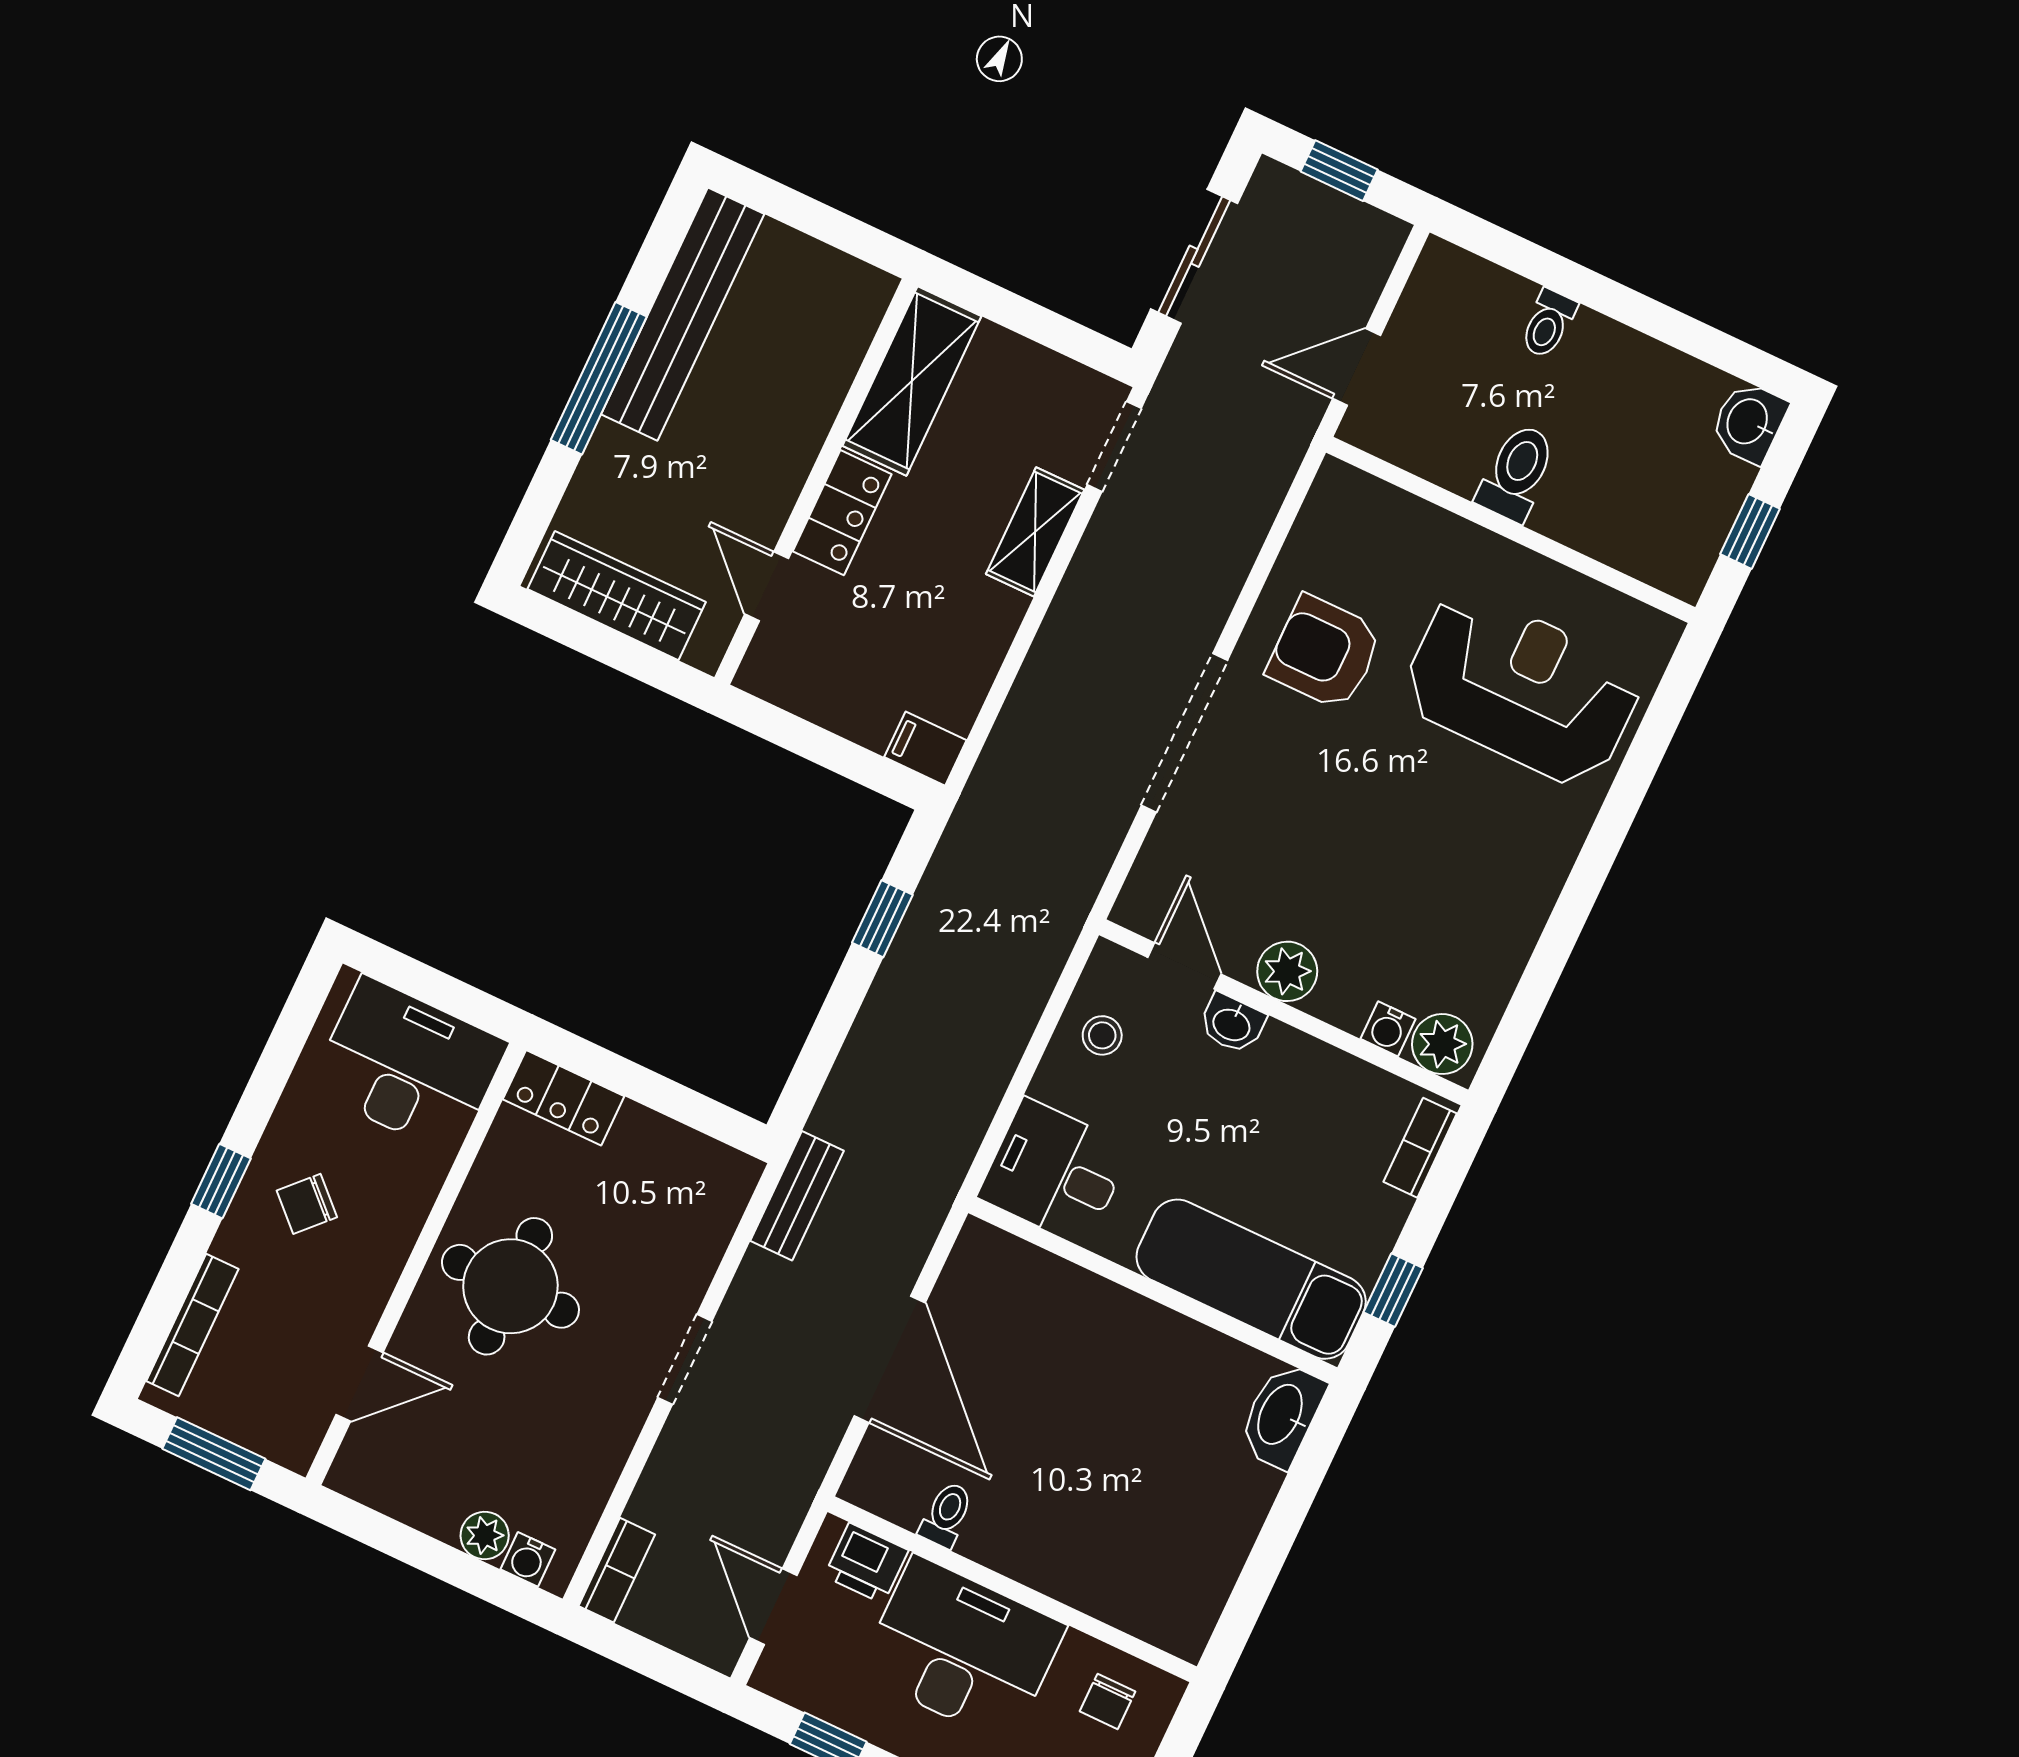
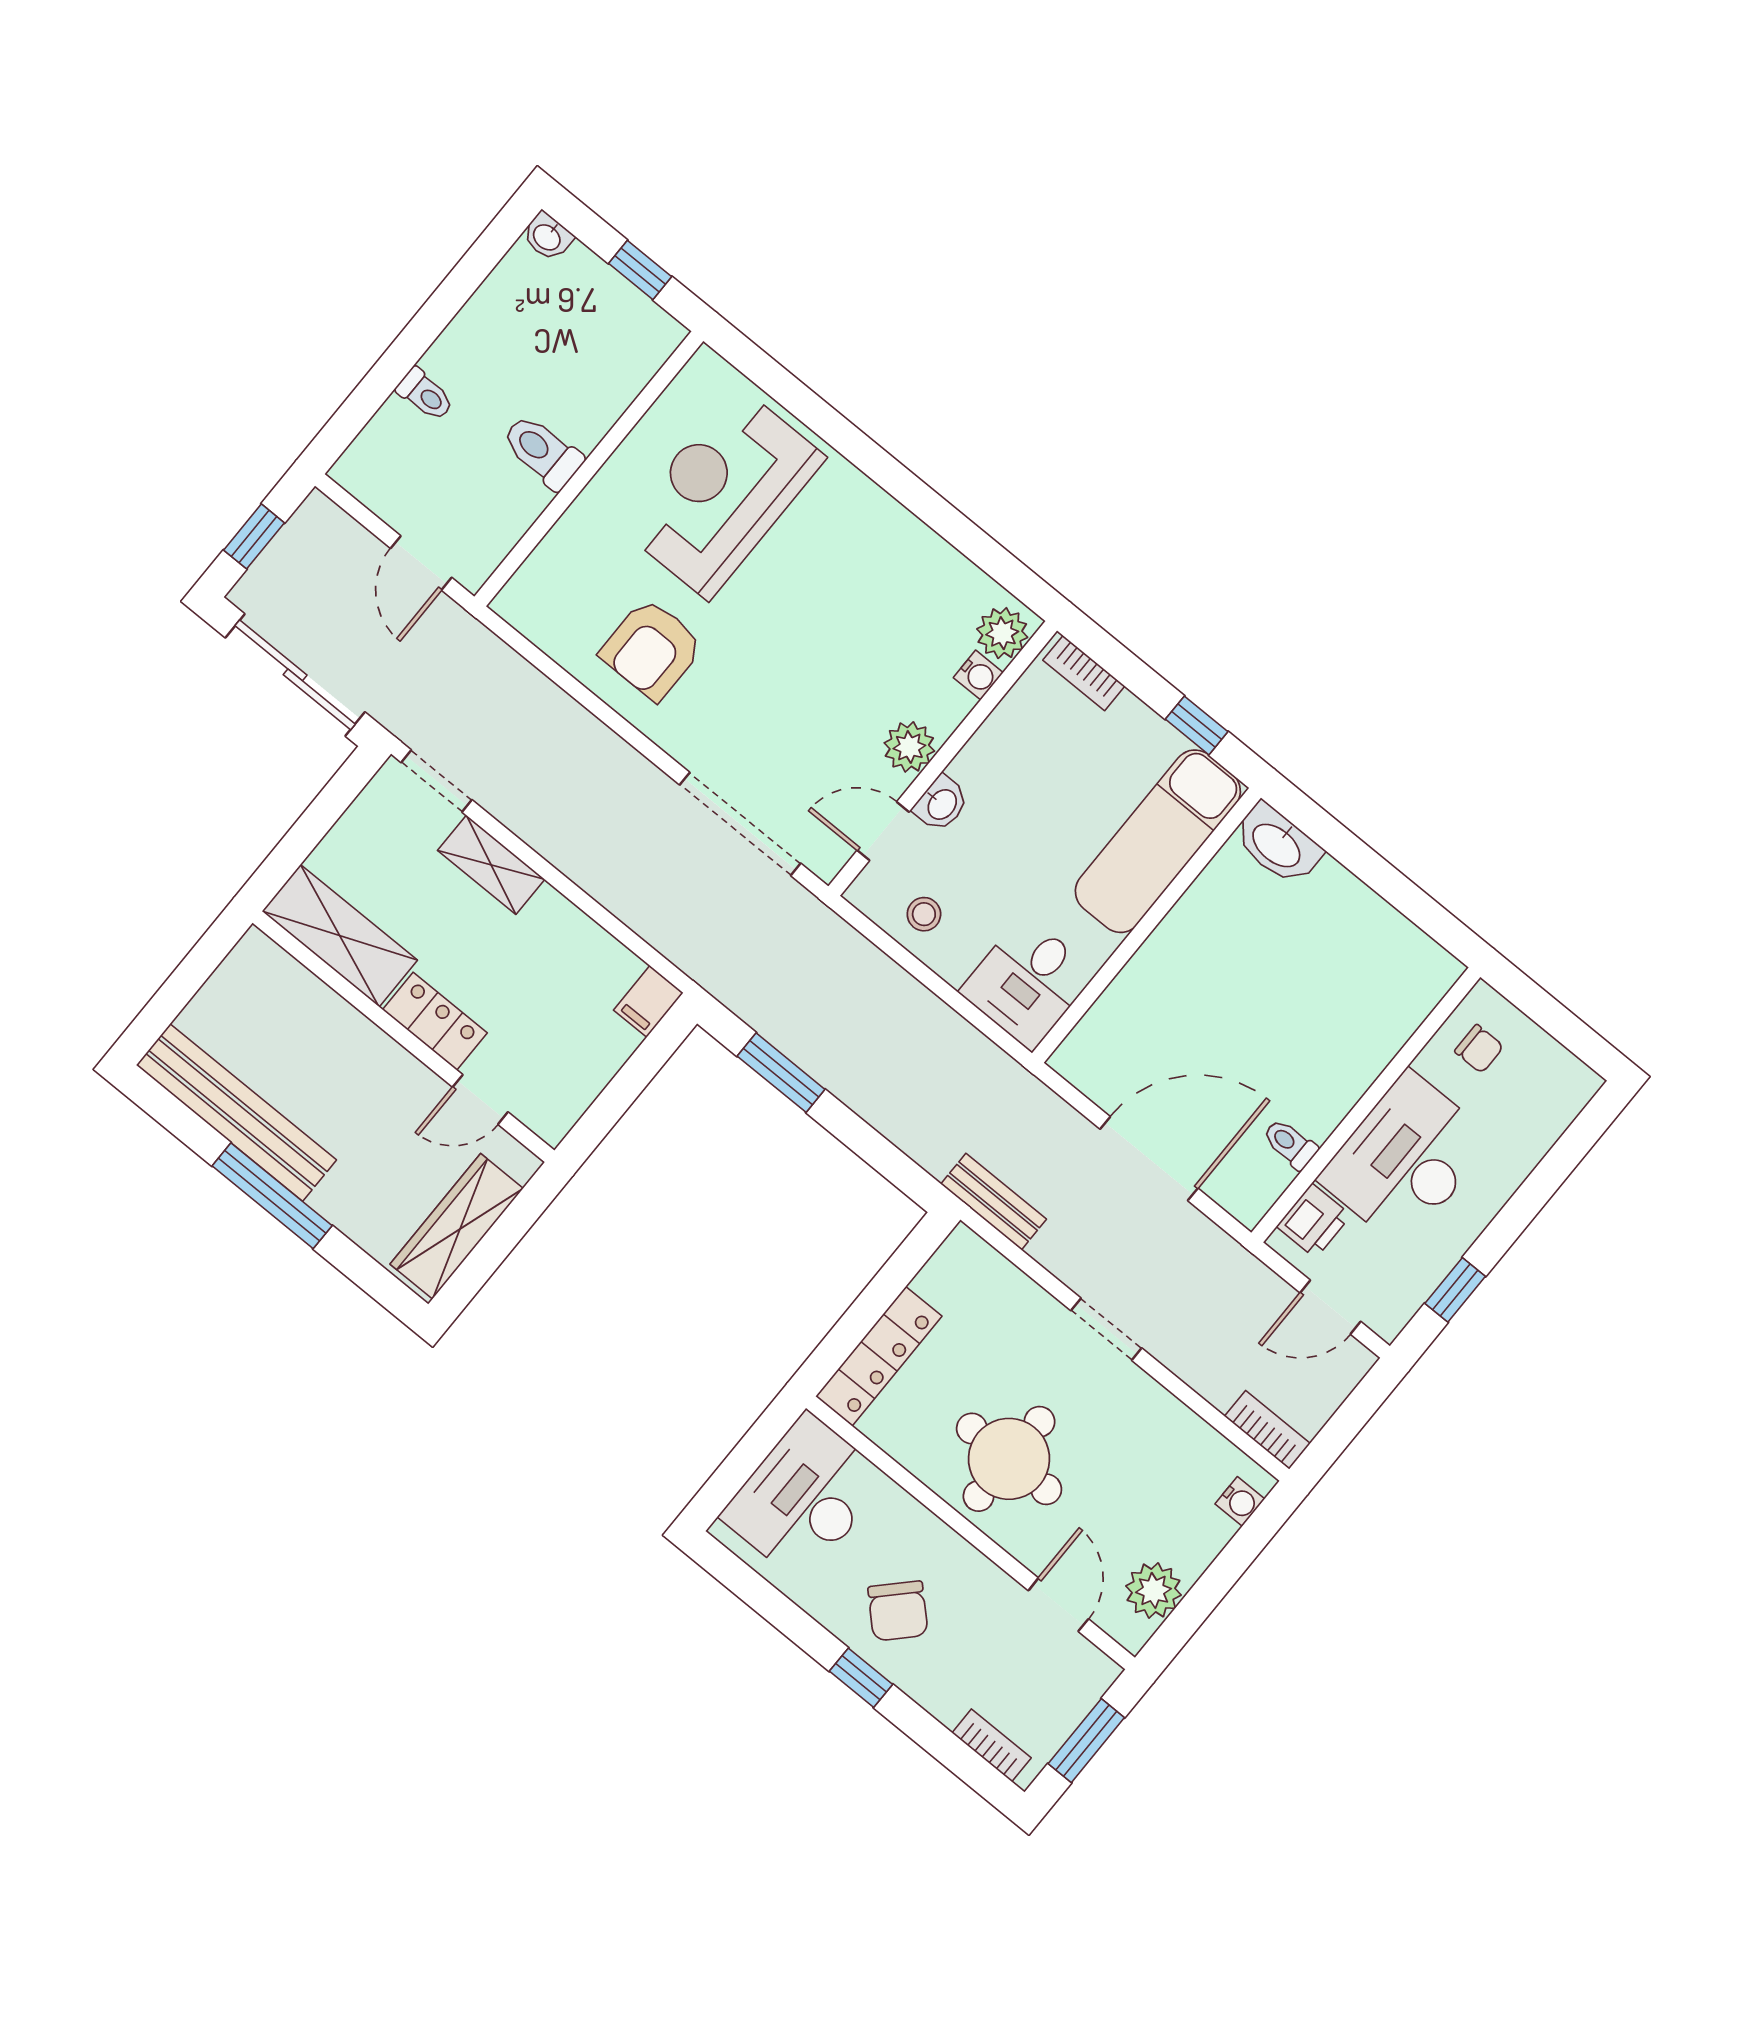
sliding door: (1194, 256) -> (295, 675), width x1.37
washbasin: (1749, 422) -> (547, 237), width x0.72, depth x0.69
doorway: (1185, 733) -> (740, 824), moved
window: (882, 919) -> (781, 1073), width x1.50
locker: (564, 1098) -> (879, 1356), width x1.53
chair: (307, 1204) -> (898, 1611), width x1.37, depth x1.37
bookcase: (192, 1325) -> (992, 1745), width x0.64
plant: (485, 1536) -> (1153, 1590), moved, width x1.38, depth x1.38

